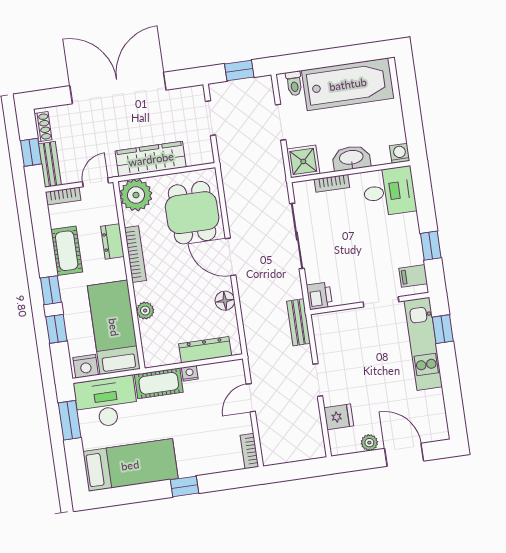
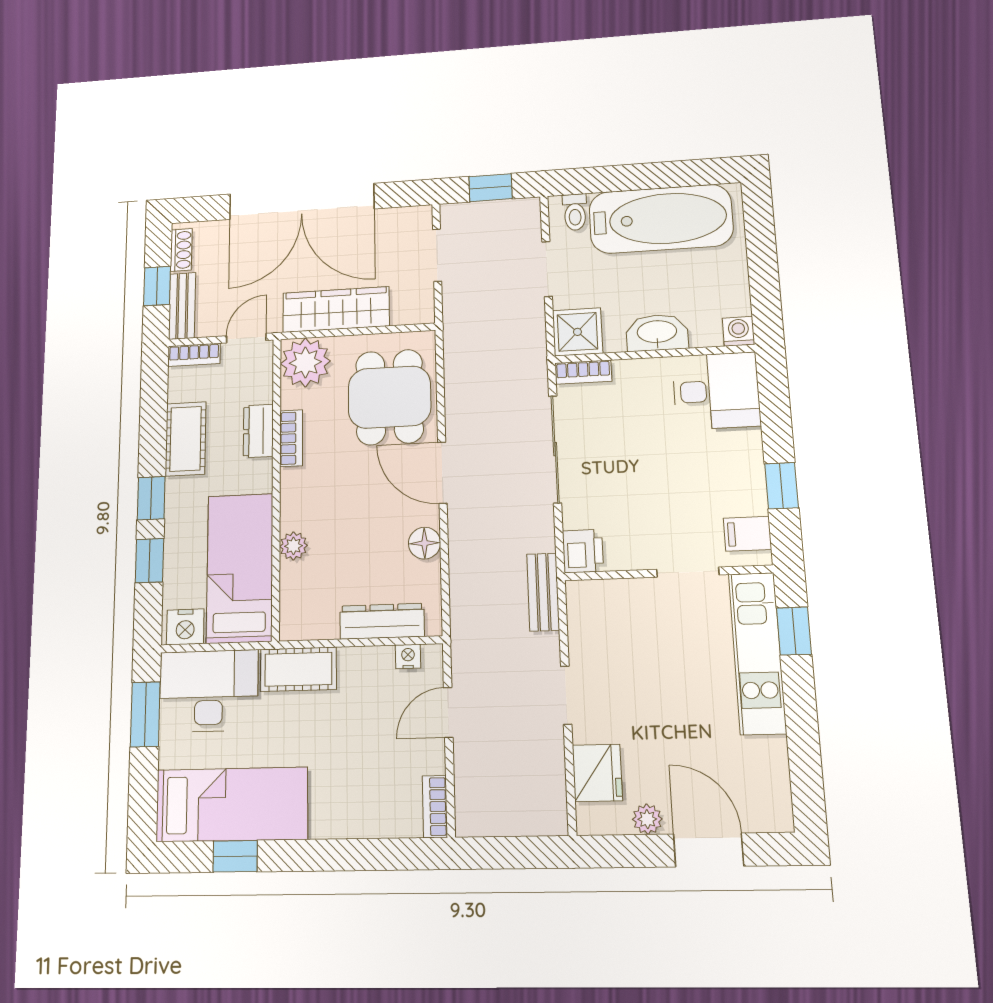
double door: (118, 88) -> (302, 201), swing flipped
bookcase: (332, 183) -> (583, 372), moved
bookcase: (135, 254) -> (291, 438), width x0.64
nightstand: (190, 373) -> (408, 657), moved
fridge: (339, 417) -> (597, 773), width x1.38
window: (184, 486) -> (235, 856), moved

